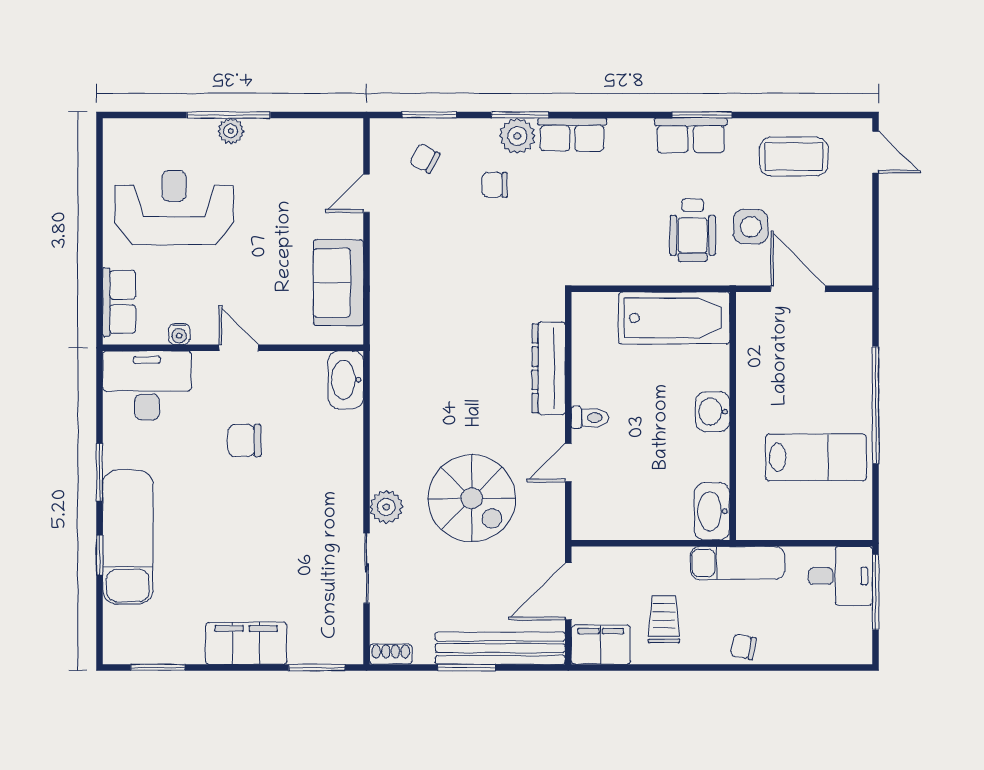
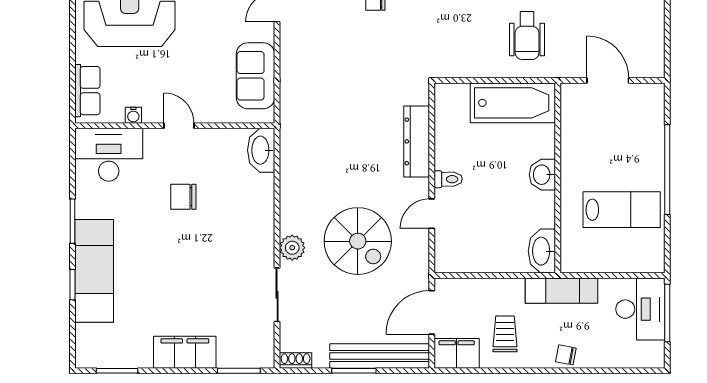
side table: (751, 227) -> (572, 33), removed
desk: (841, 576) -> (640, 309), width x1.37

